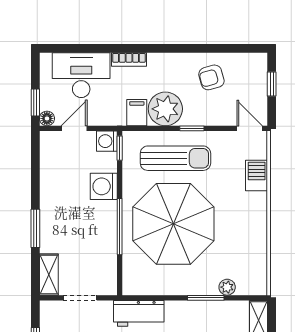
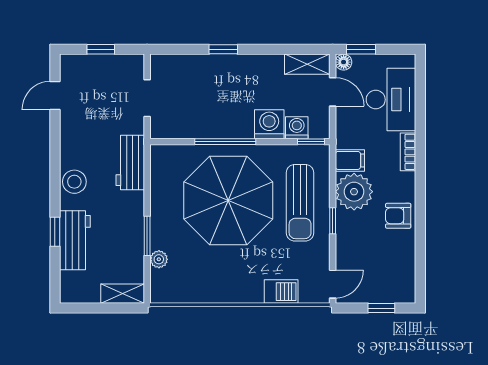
armchair: (211, 77) -> (398, 216), moved, turned -74
washing machine: (107, 141) -> (297, 128), moved
window: (35, 228) -> (223, 49), width x0.67
shelving: (49, 275) -> (307, 64), moved

